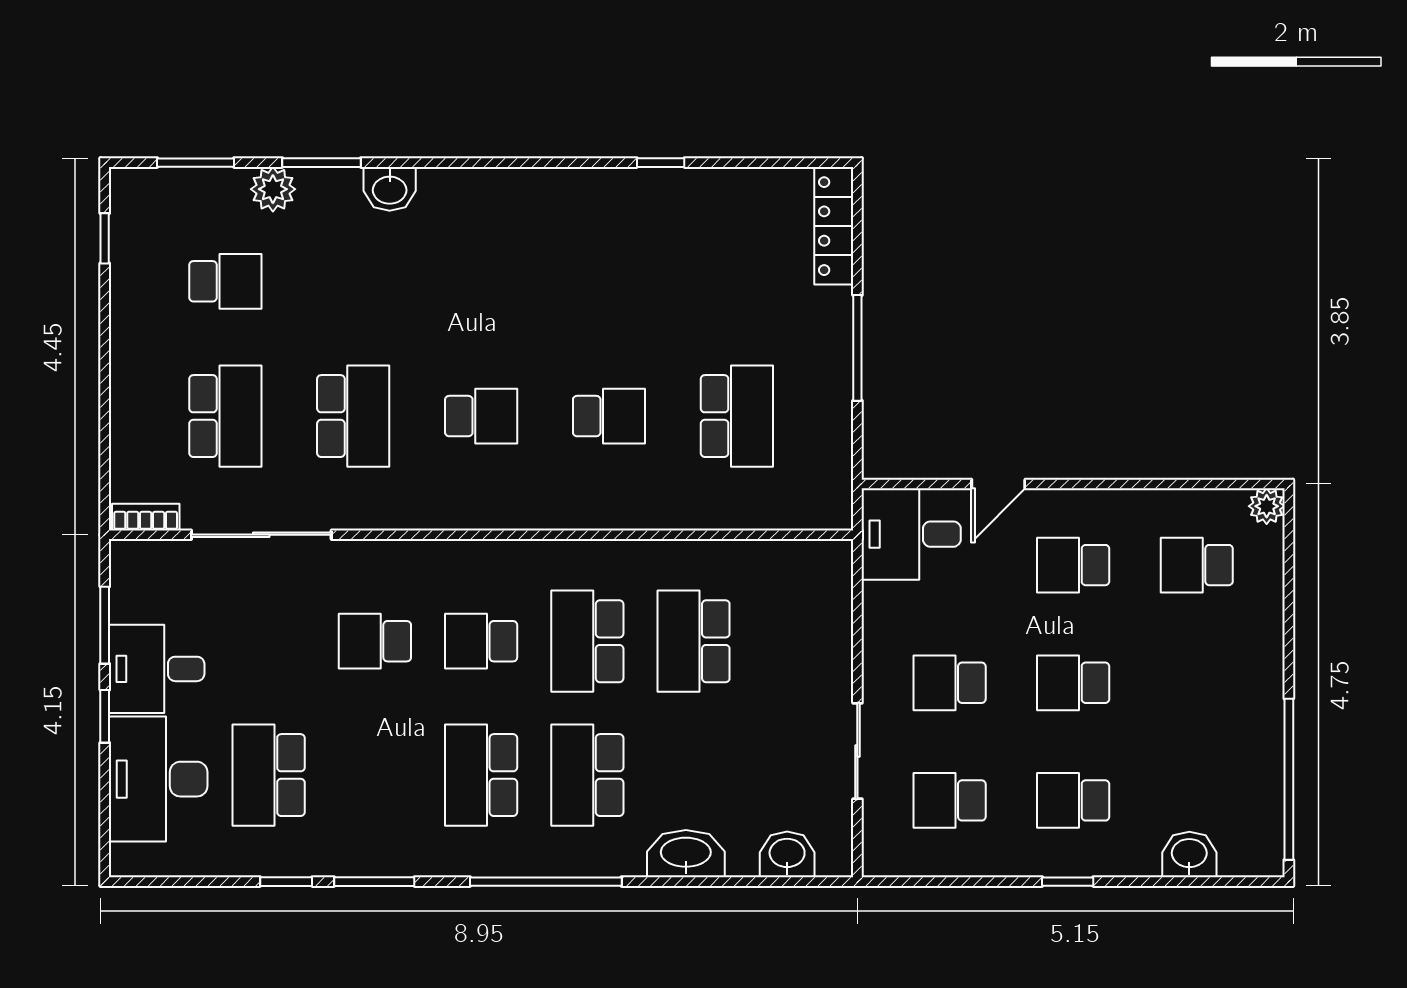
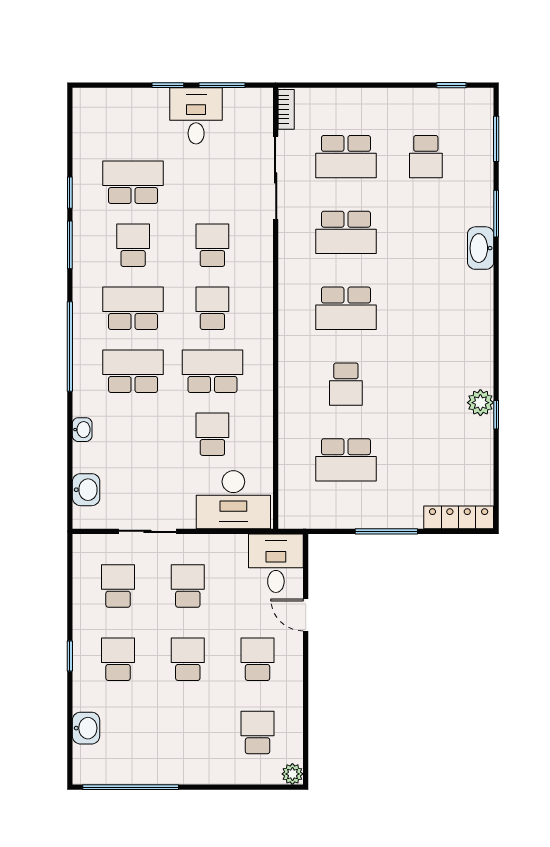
plant: (273, 189) -> (480, 403), moved
washbasin: (390, 189) -> (481, 248), width x1.38
school desk: (481, 416) -> (346, 308), width x1.85
school desk: (694, 641) -> (212, 434), width x0.54
school desk: (375, 775) -> (133, 245), added
desk: (158, 779) -> (233, 500), moved, turned 180
washbasin: (686, 854) -> (82, 430), width x0.52, depth x0.69

